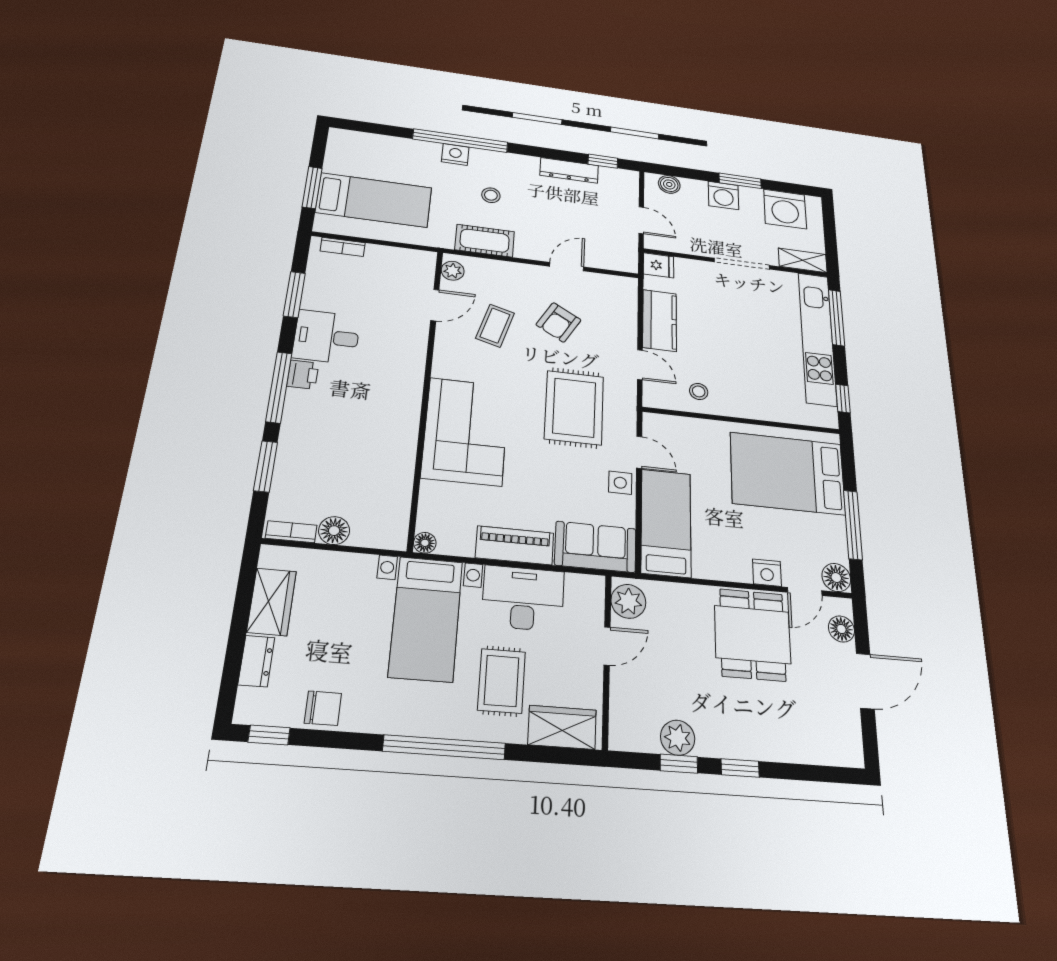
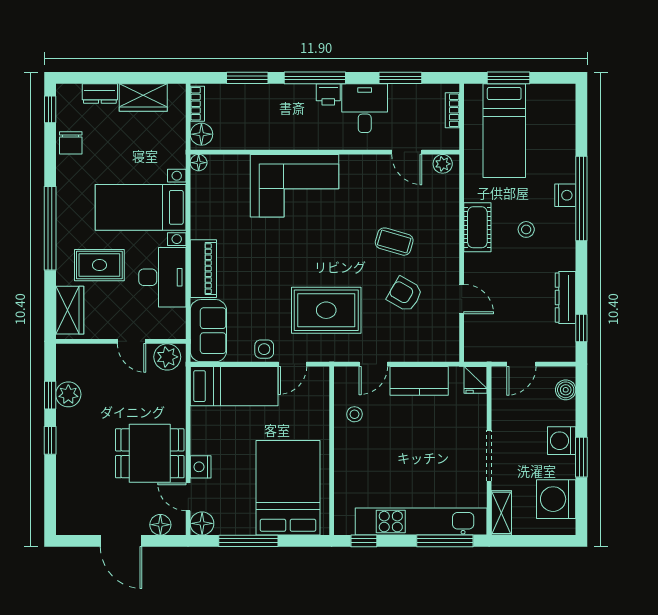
plant: (453, 271) -> (443, 164), moved
door: (435, 305) -> (407, 152), moved
wall: (426, 392) -> (325, 152), moved
corner sofa: (465, 431) -> (294, 186), moved
floor lamp: (425, 543) -> (199, 163), moved

